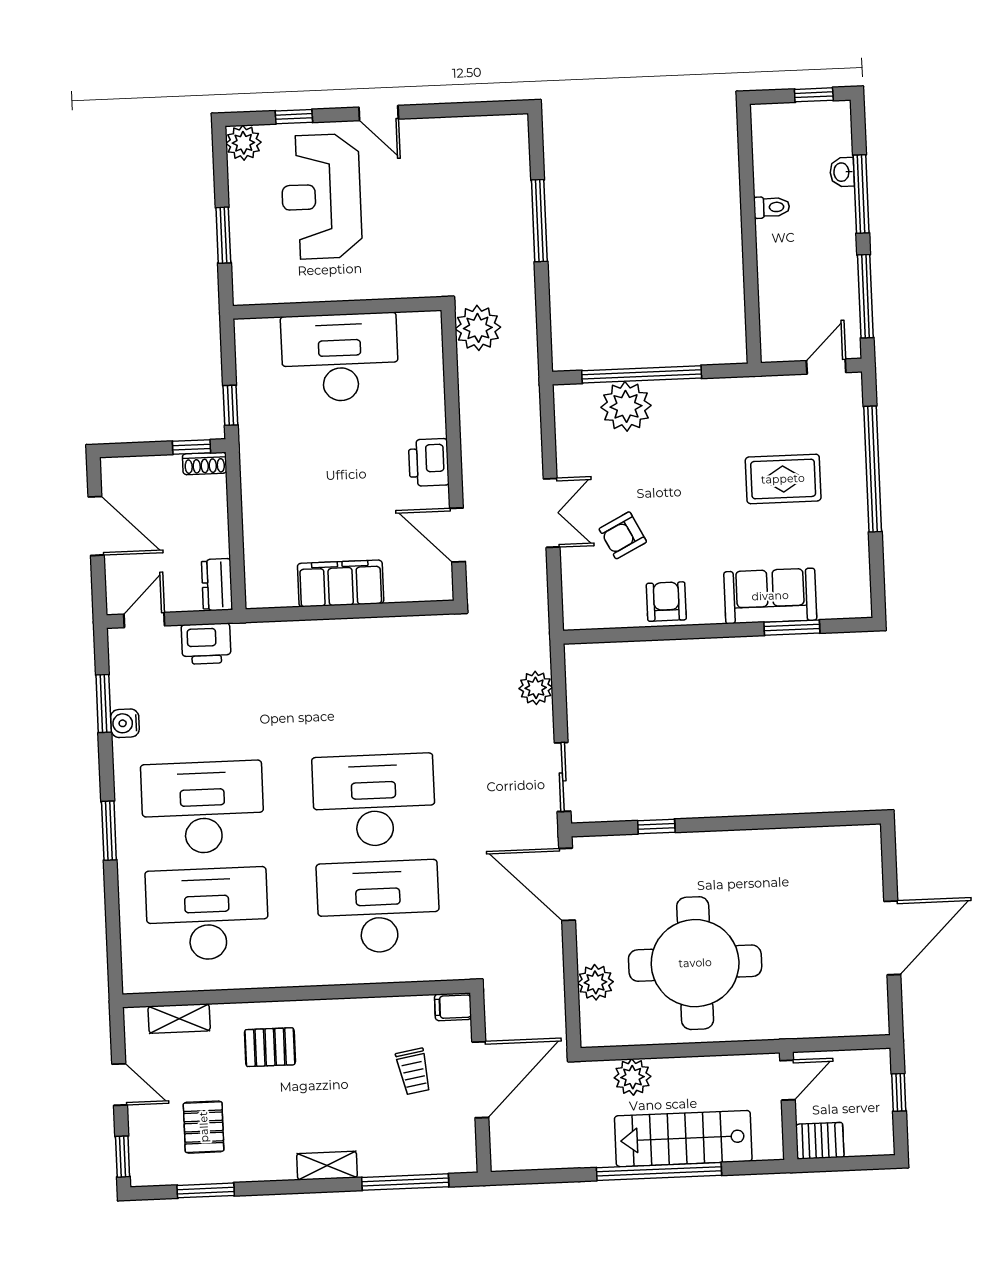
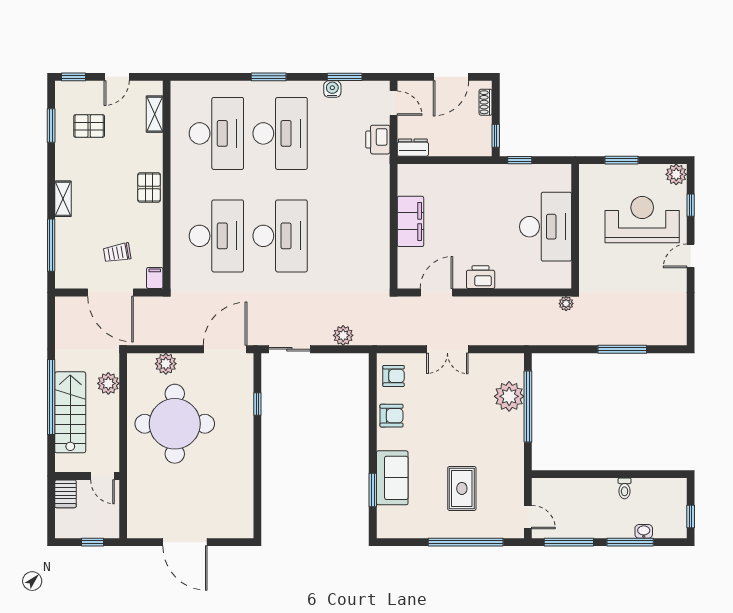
plant: (478, 328) -> (566, 304), width x0.53, depth x0.53
shoe rack: (205, 463) -> (486, 102), moved
armchair: (623, 535) -> (394, 376), moved, turned 117
pallet: (270, 1047) -> (149, 187), moved

